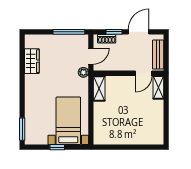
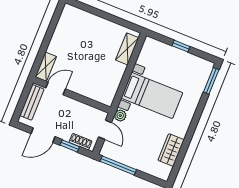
door: (91, 56) -> (105, 130), swing flipped
shelving: (99, 88) -> (127, 49), moved
bed with nightstands: (68, 121) -> (152, 95), moved, turned -90

